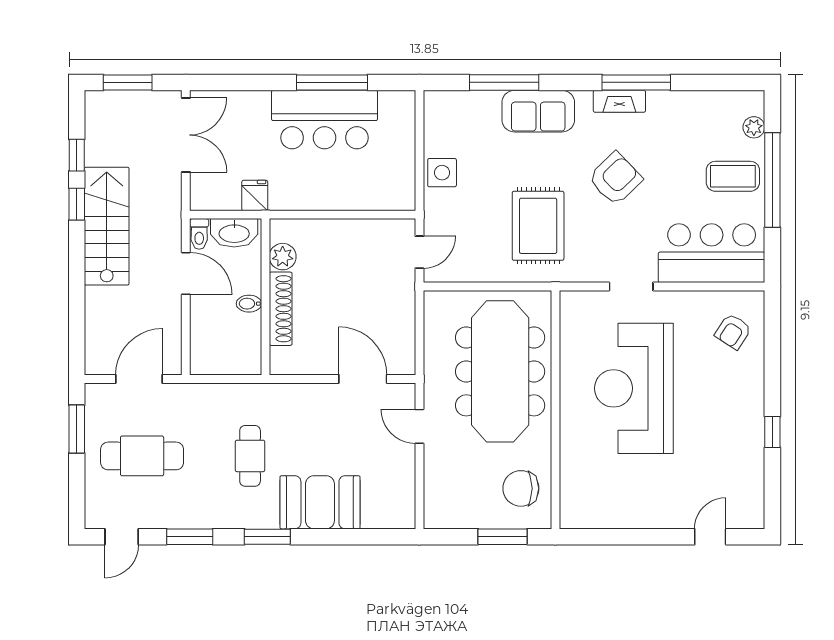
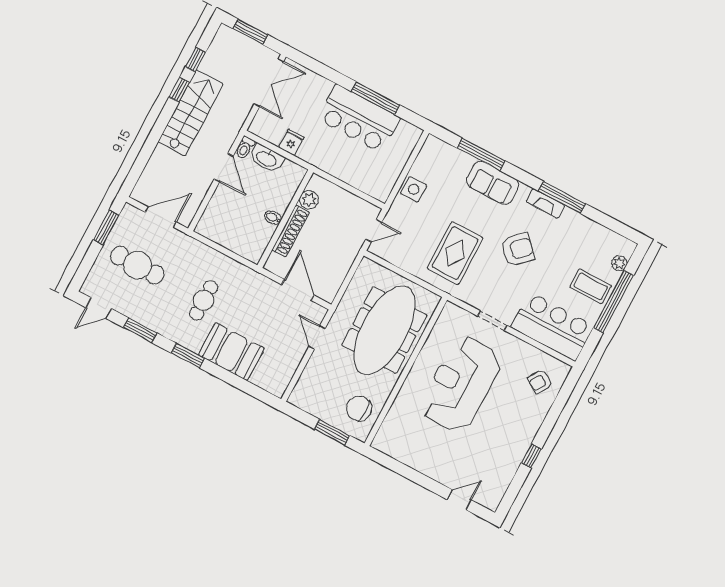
plant: (283, 257) -> (309, 200), moved
wall: (265, 297) -> (285, 219), moved
bidet: (249, 304) -> (273, 218), moved
shoe rack: (281, 309) -> (291, 231), moved

